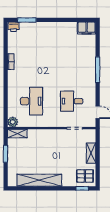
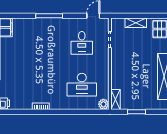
desk: (31, 101) -> (82, 85), turned 180

